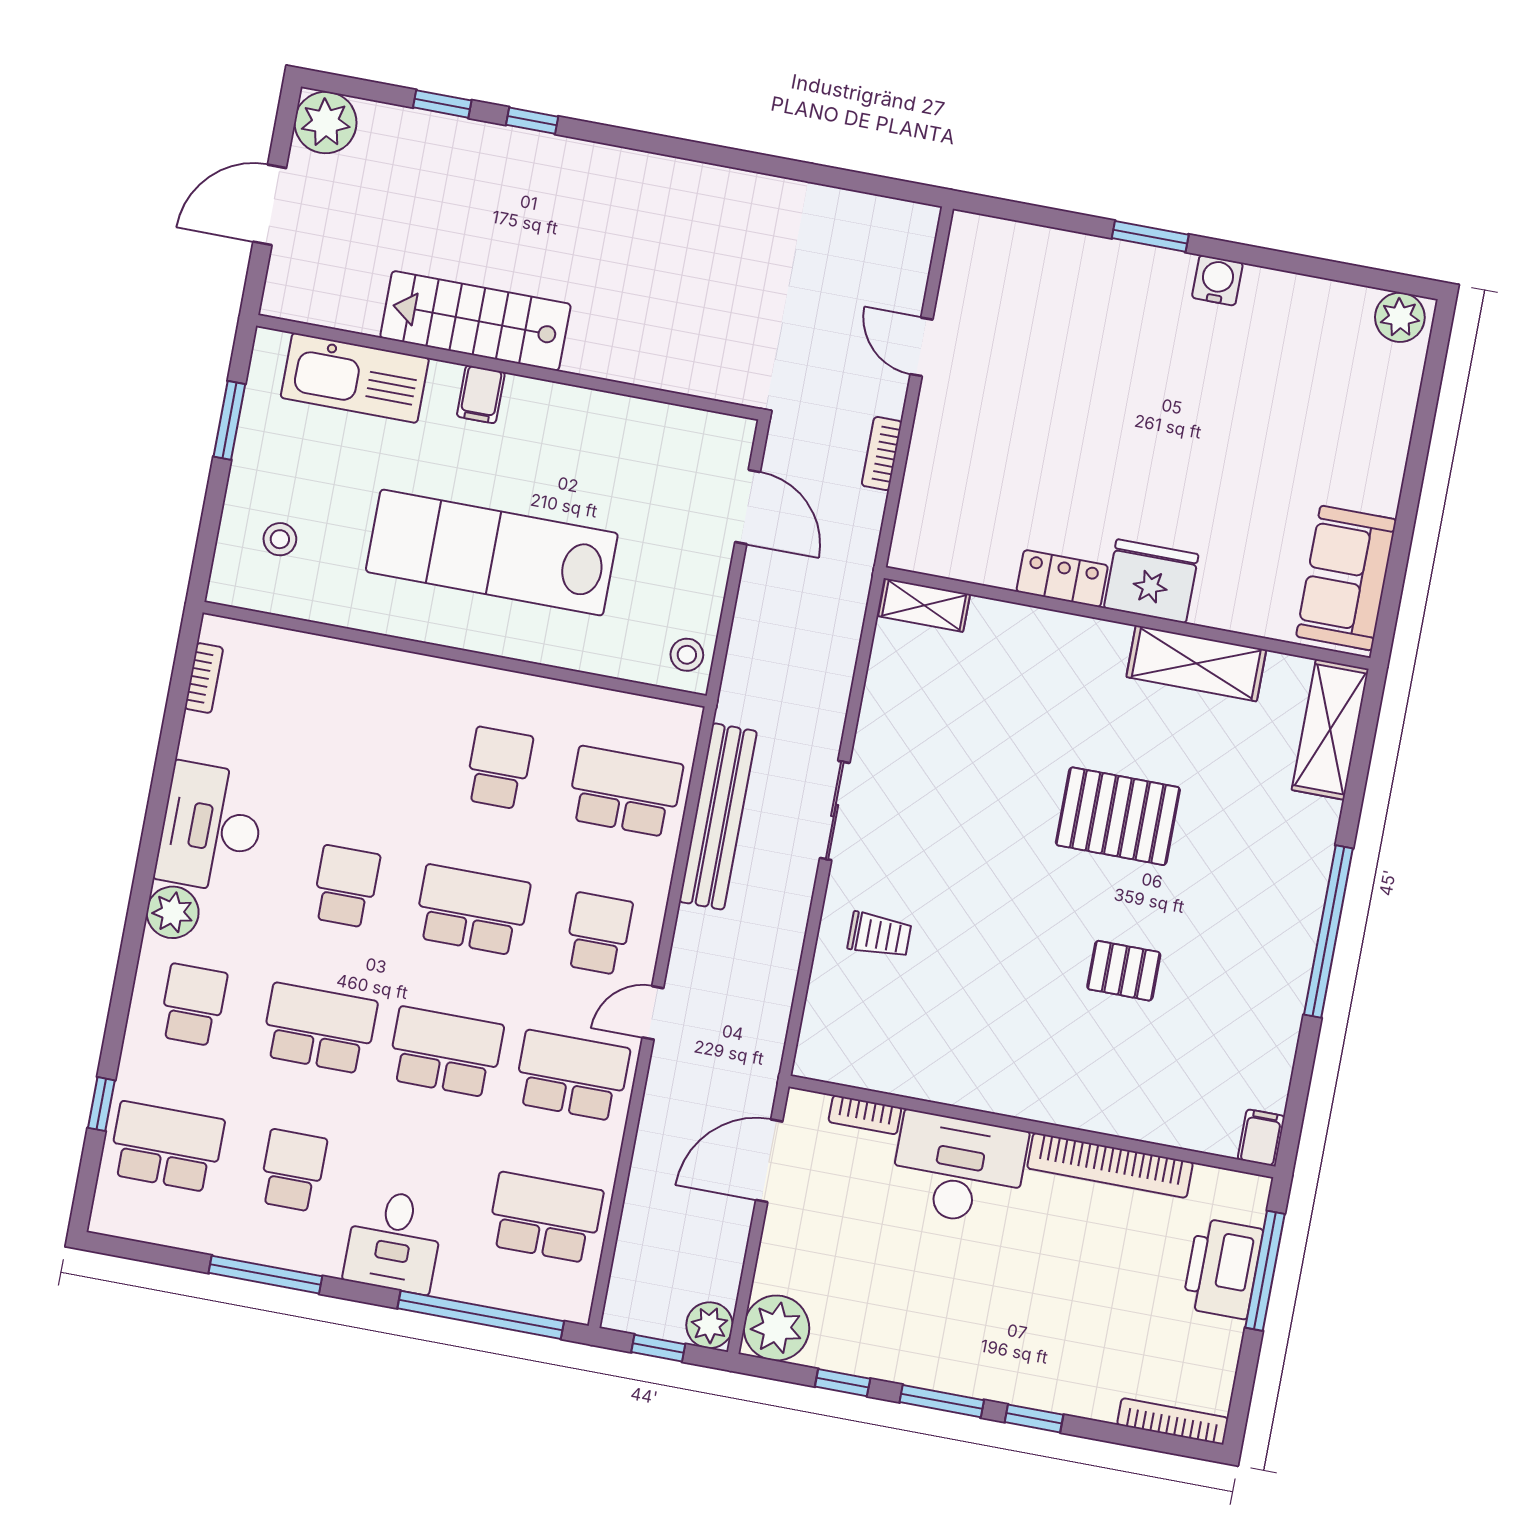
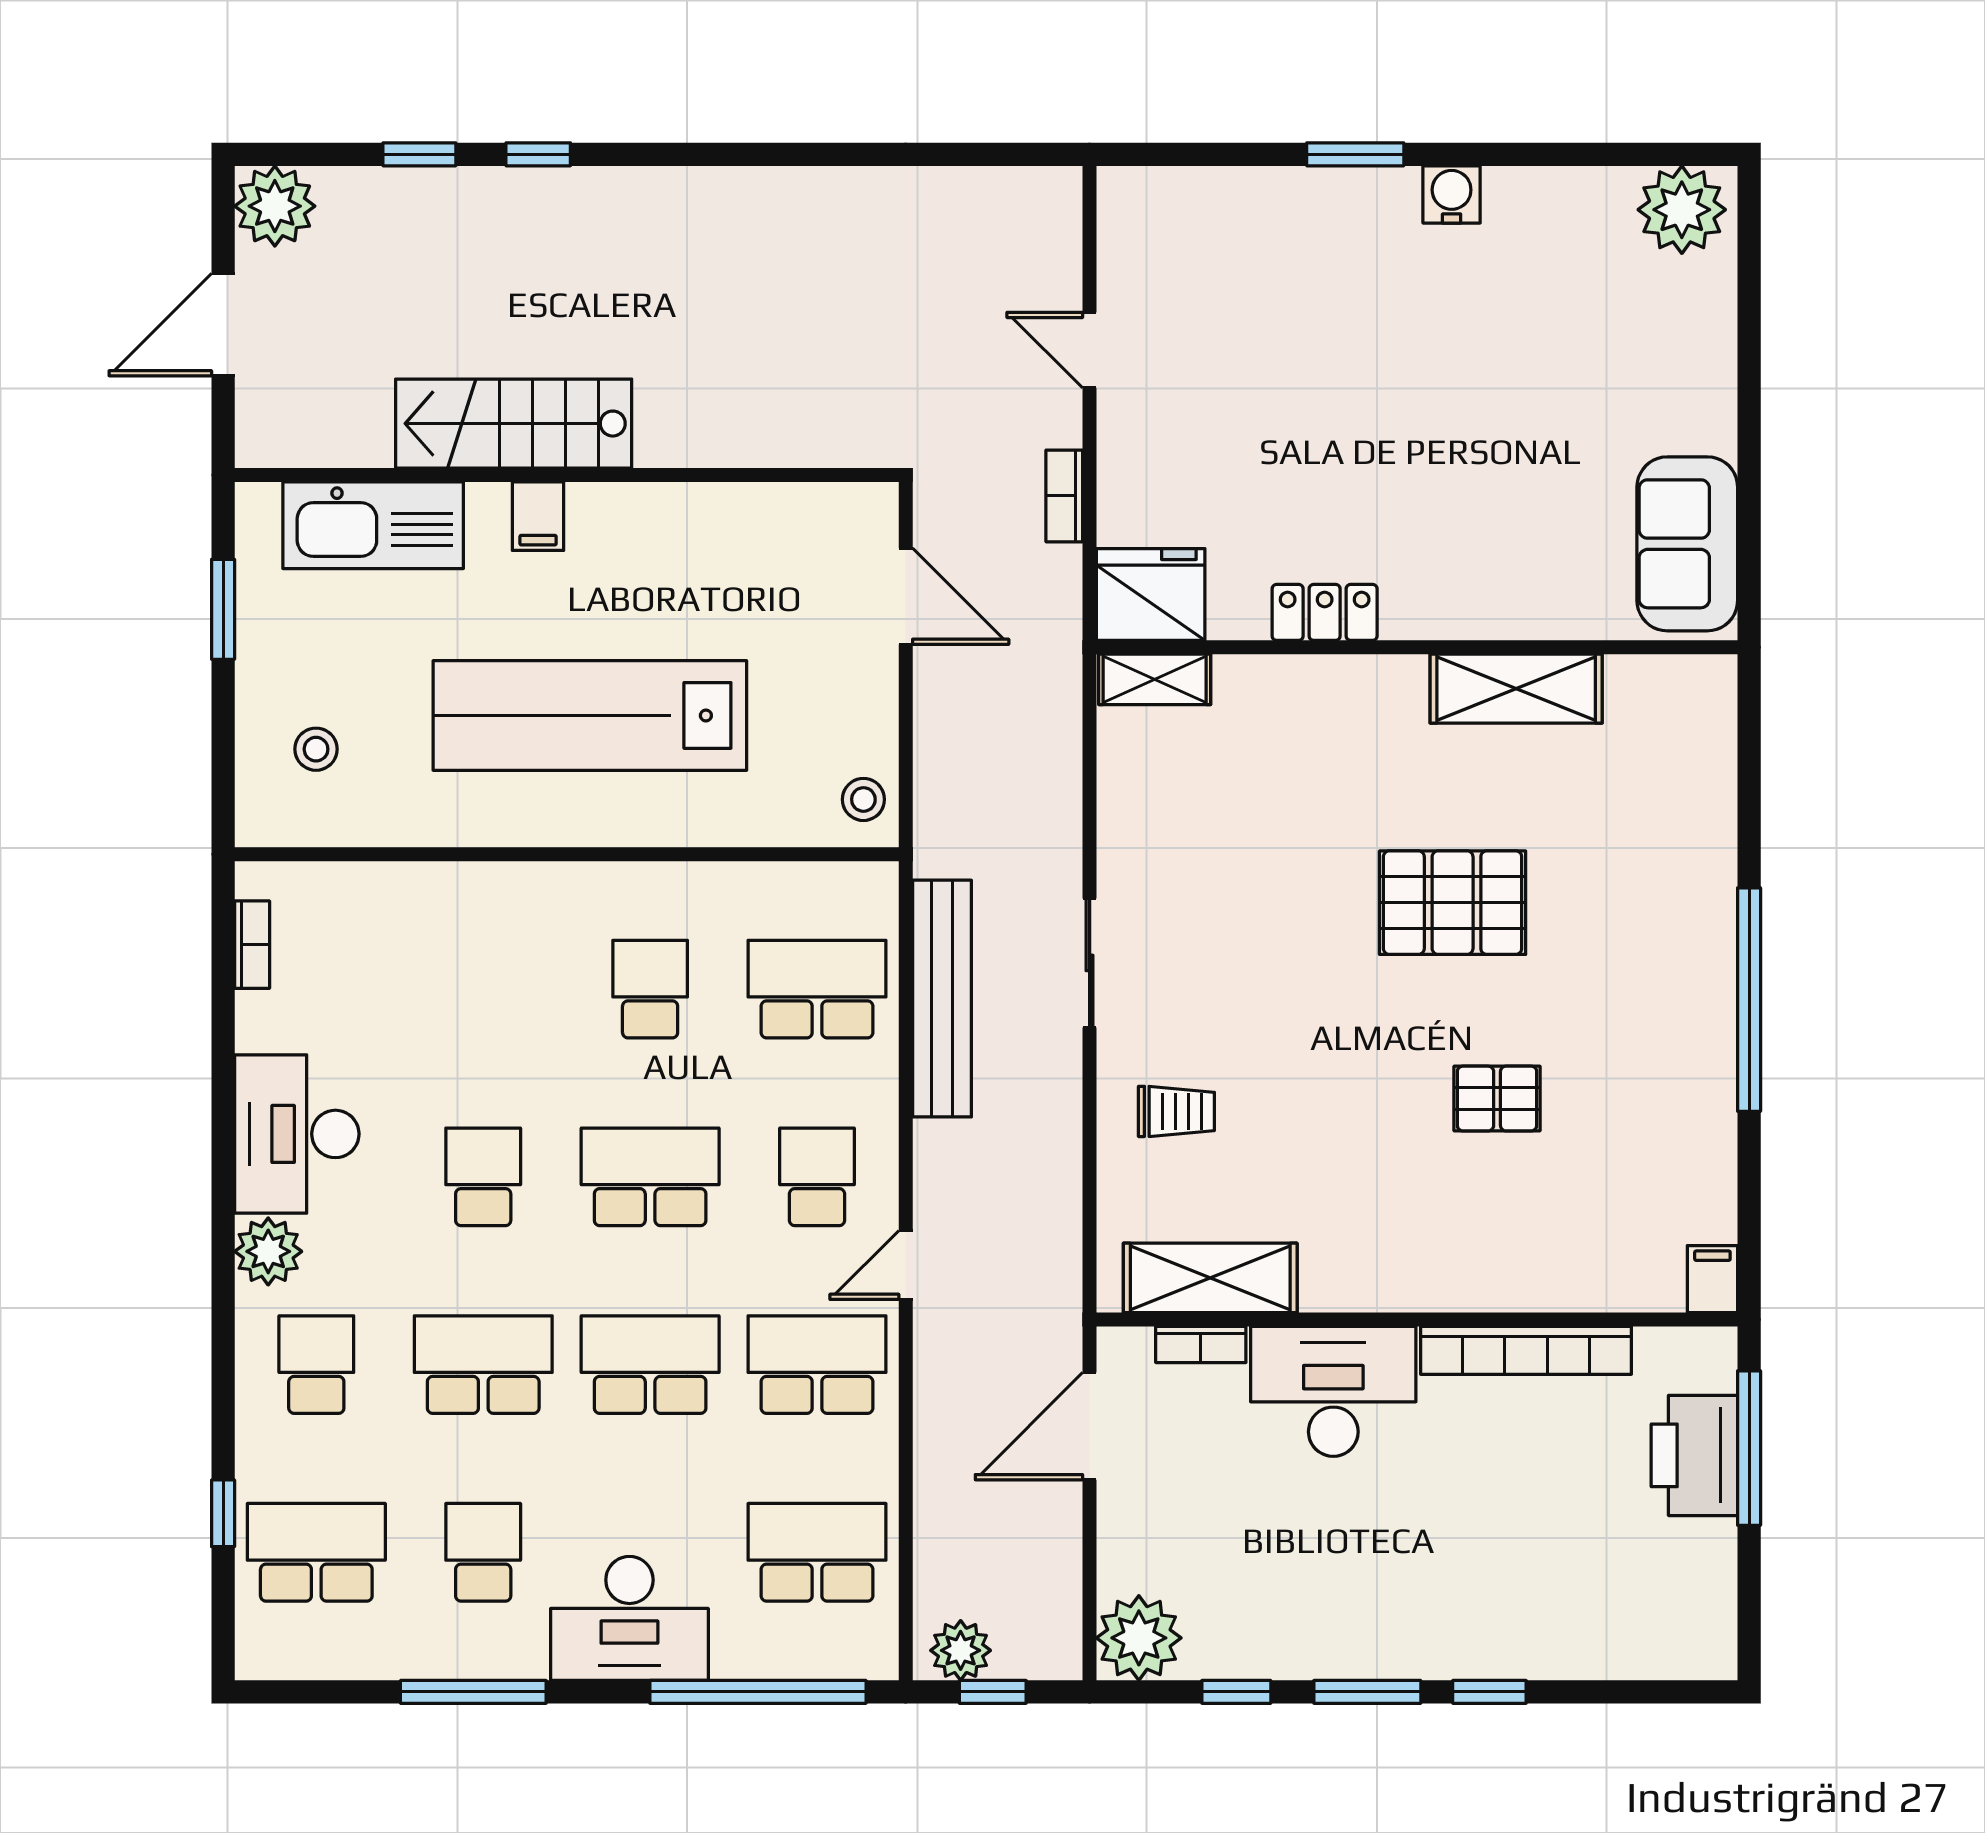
plant: (1400, 317) -> (1682, 210), width x1.36, depth x1.36
fridge: (1151, 581) -> (1151, 594), moved
shelving: (1330, 729) -> (1210, 1278), moved, turned 90
desk: (394, 1241) -> (629, 1618), width x1.37
plant: (709, 1325) -> (961, 1650), moved
bookcase: (1173, 1421) -> (1667, 1662), removed

